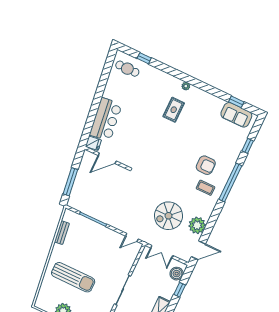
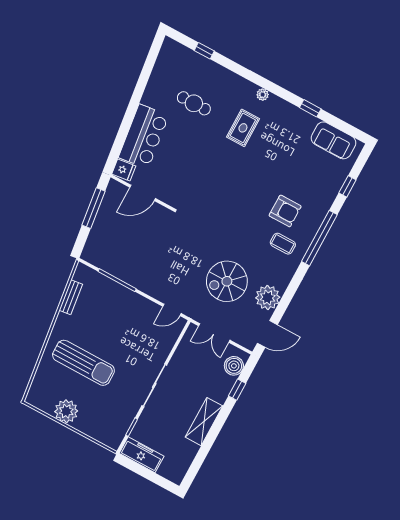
cafe table: (127, 69) -> (194, 103), moved
window: (236, 102) -> (310, 108), moved
window: (70, 182) -> (94, 208), moved

